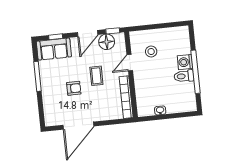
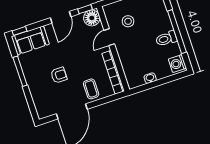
window: (56, 37) -> (20, 31), moved
floor lamp: (107, 42) -> (92, 18), moved
washing machine: (185, 62) -> (177, 64), moved
coffee table: (96, 76) -> (91, 89), moved

